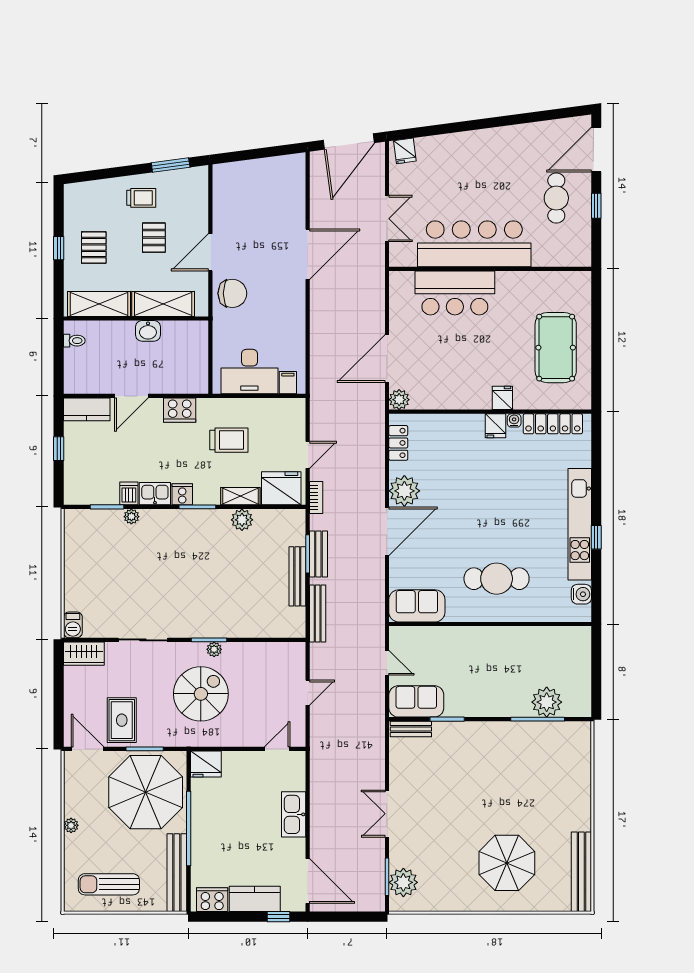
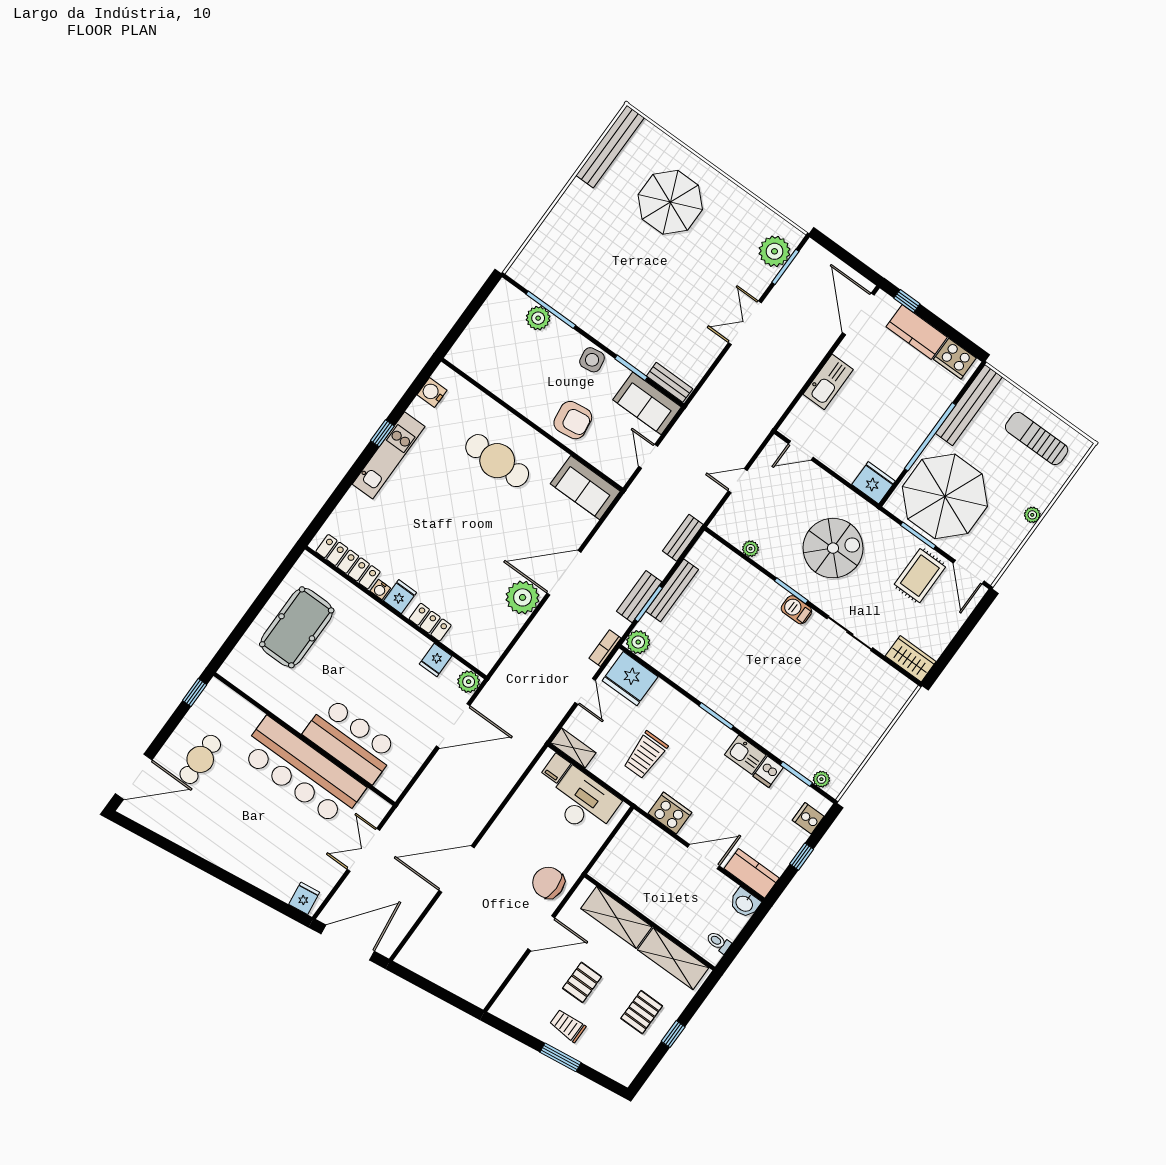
window: (171, 165) -> (560, 1057), moved
window: (596, 206) -> (195, 693), moved
washbasin: (148, 331) -> (745, 903), moved, turned 180
fridge: (502, 398) -> (436, 660), moved
trolley: (229, 440) -> (645, 755), turned -90
locker: (398, 443) -> (430, 622), moved, turned 90
door: (308, 455) -> (585, 691), swing flipped
cooker: (182, 494) -> (808, 818), moved, turned 90
shelving: (240, 496) -> (573, 748), moved
plant: (131, 517) -> (821, 779), moved
plant: (242, 520) -> (638, 642), moved
kitchen unit: (580, 524) -> (389, 455), width x0.73
bench: (318, 613) -> (683, 538), width x0.73
barbecue: (73, 625) -> (796, 610), moved, turned -90
plant: (214, 649) -> (751, 549), moved
armchair: (462, 649) -> (573, 420), added
spiral stairs: (201, 694) -> (833, 548), turned 180
plant: (547, 702) -> (538, 318), width x0.73, depth x0.73
side table: (480, 704) -> (592, 360), added
double door: (387, 814) -> (745, 323), swing flipped
sun lounger: (109, 884) -> (1037, 438), turned 180

